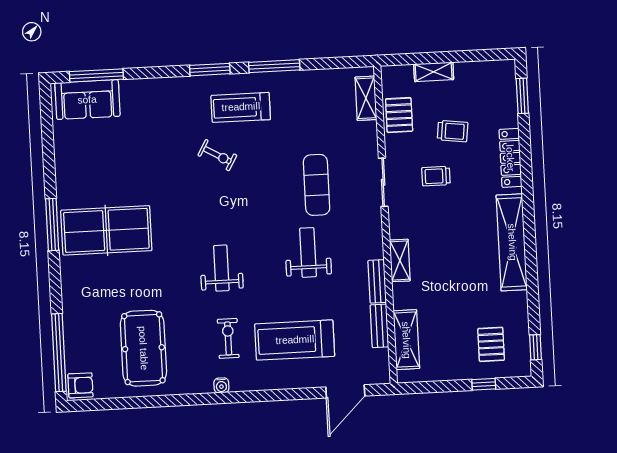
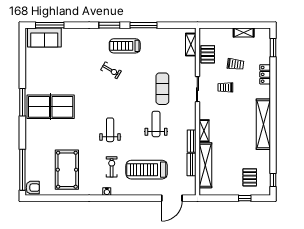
shelving: (434, 72) -> (244, 32), moved
locker: (510, 158) -> (265, 74), width x0.66
shelving: (406, 340) -> (205, 165), width x1.47

